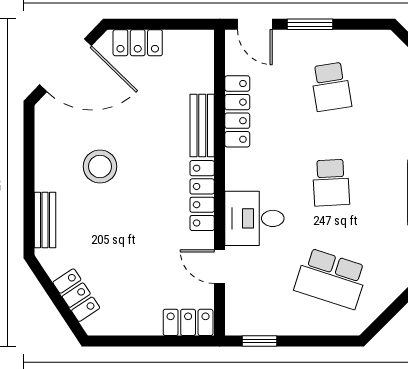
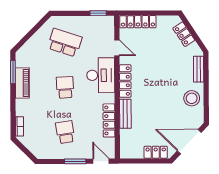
stool: (100, 166) -> (192, 98), moved
desk: (254, 218) -> (101, 75), width x1.37
locker: (188, 322) -> (138, 22), width x1.53

